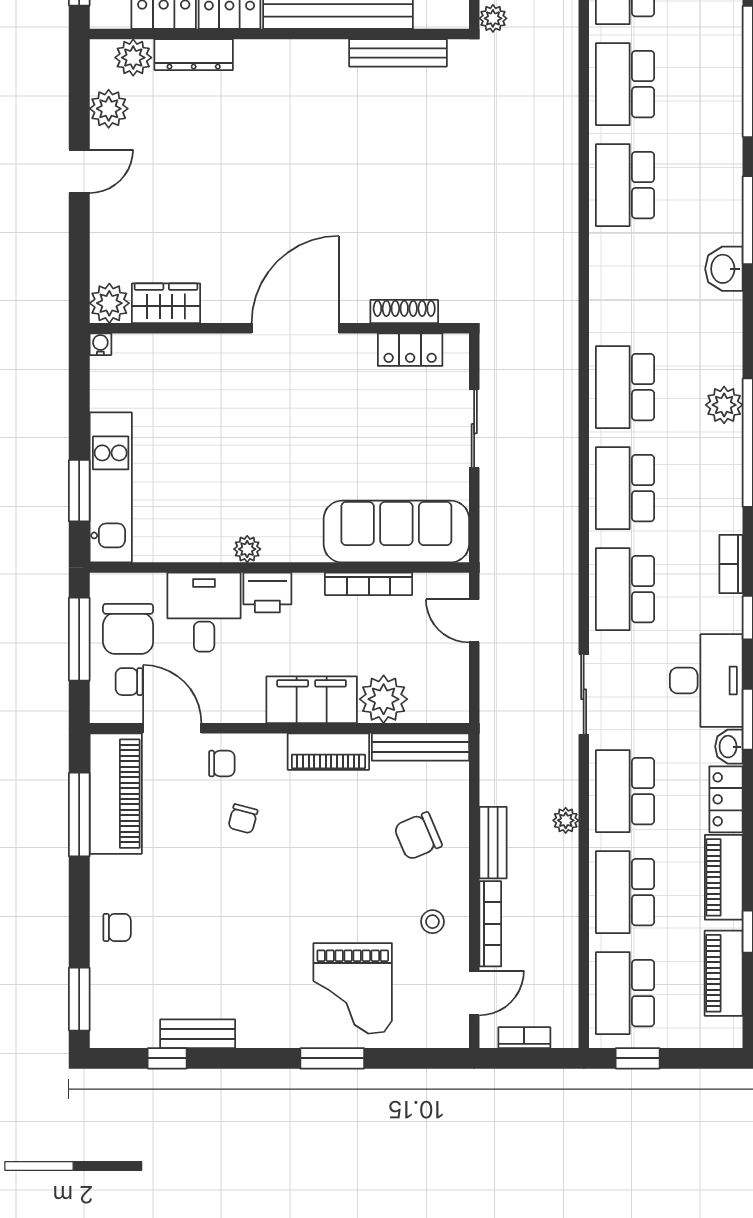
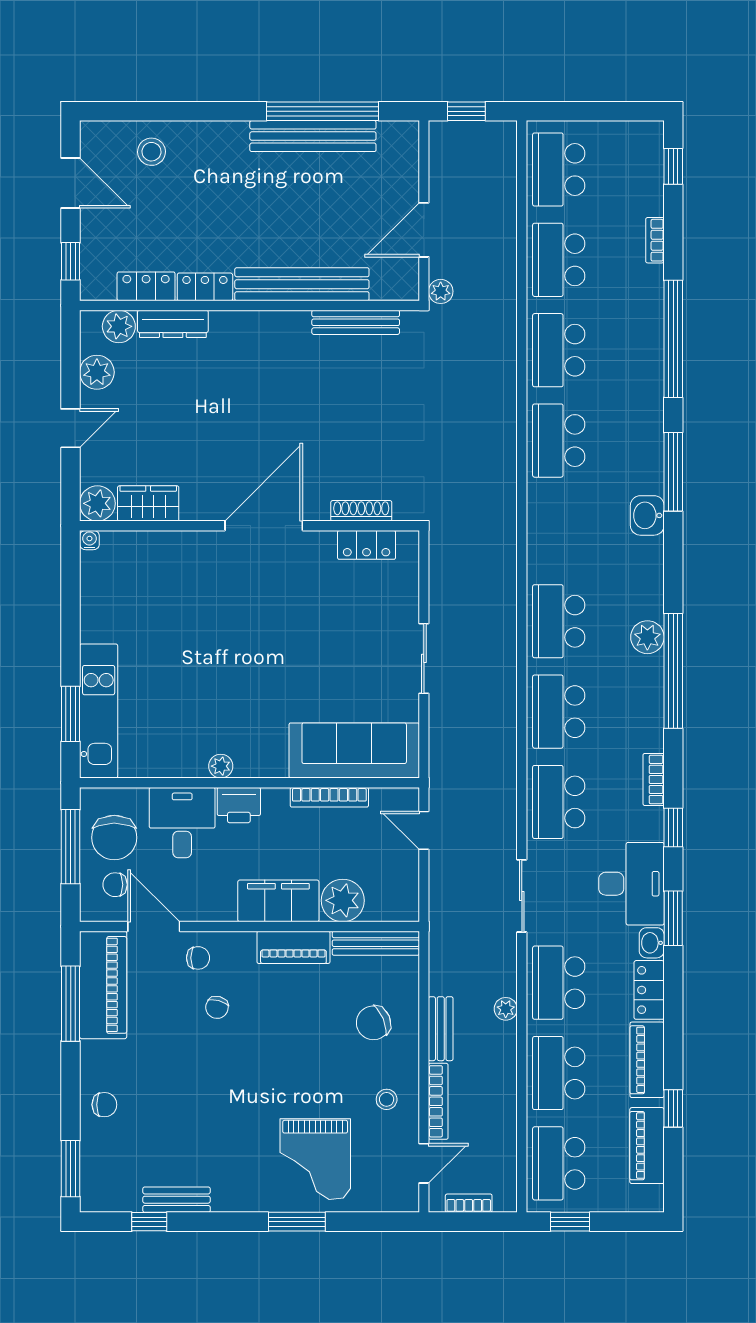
plant: (109, 303) -> (97, 503), moved
wardrobe: (166, 303) -> (148, 503), moved
shoe rack: (404, 312) -> (361, 511), moved
wall: (279, 328) -> (249, 526), moved
door: (295, 328) -> (264, 526), moved
water cooler: (100, 344) -> (89, 540), moved
locker: (410, 350) -> (367, 545), moved

